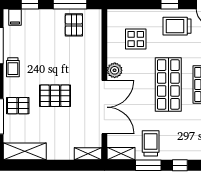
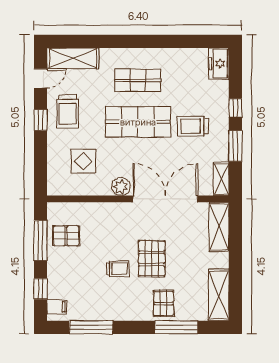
trolley: (13, 67) -> (118, 269), moved
trolley: (151, 143) -> (193, 126), moved
shelving: (88, 154) -> (219, 227), width x1.50, depth x1.33

